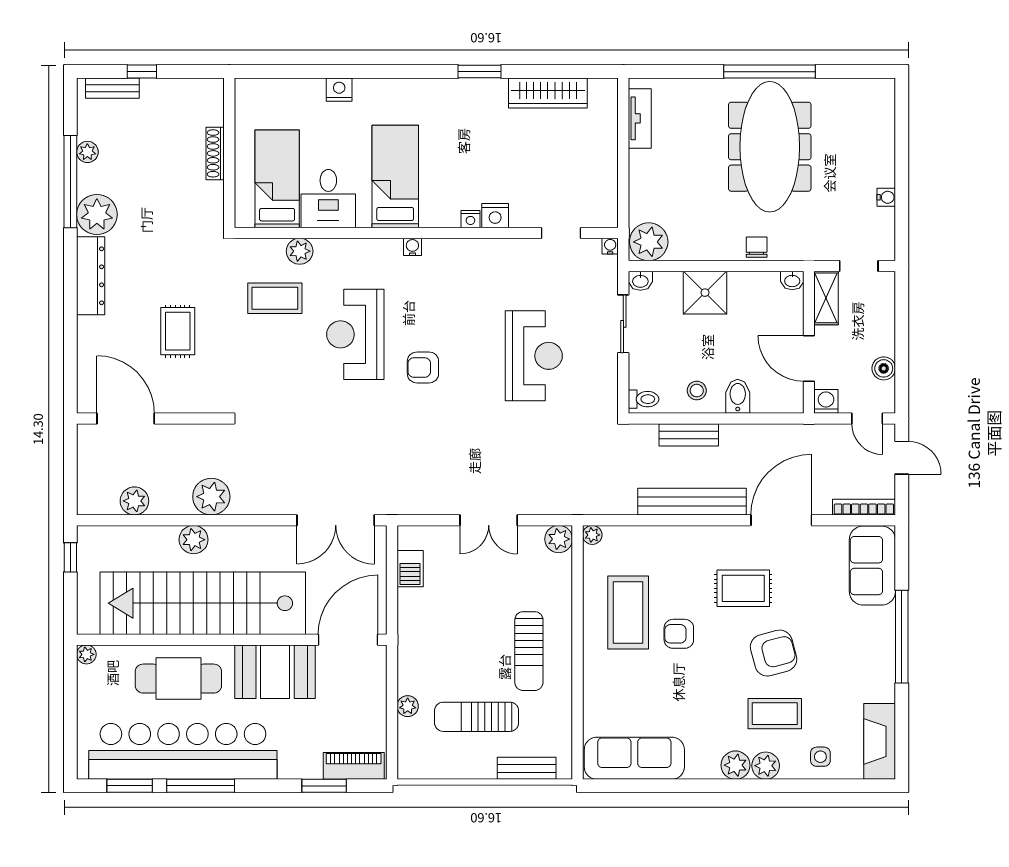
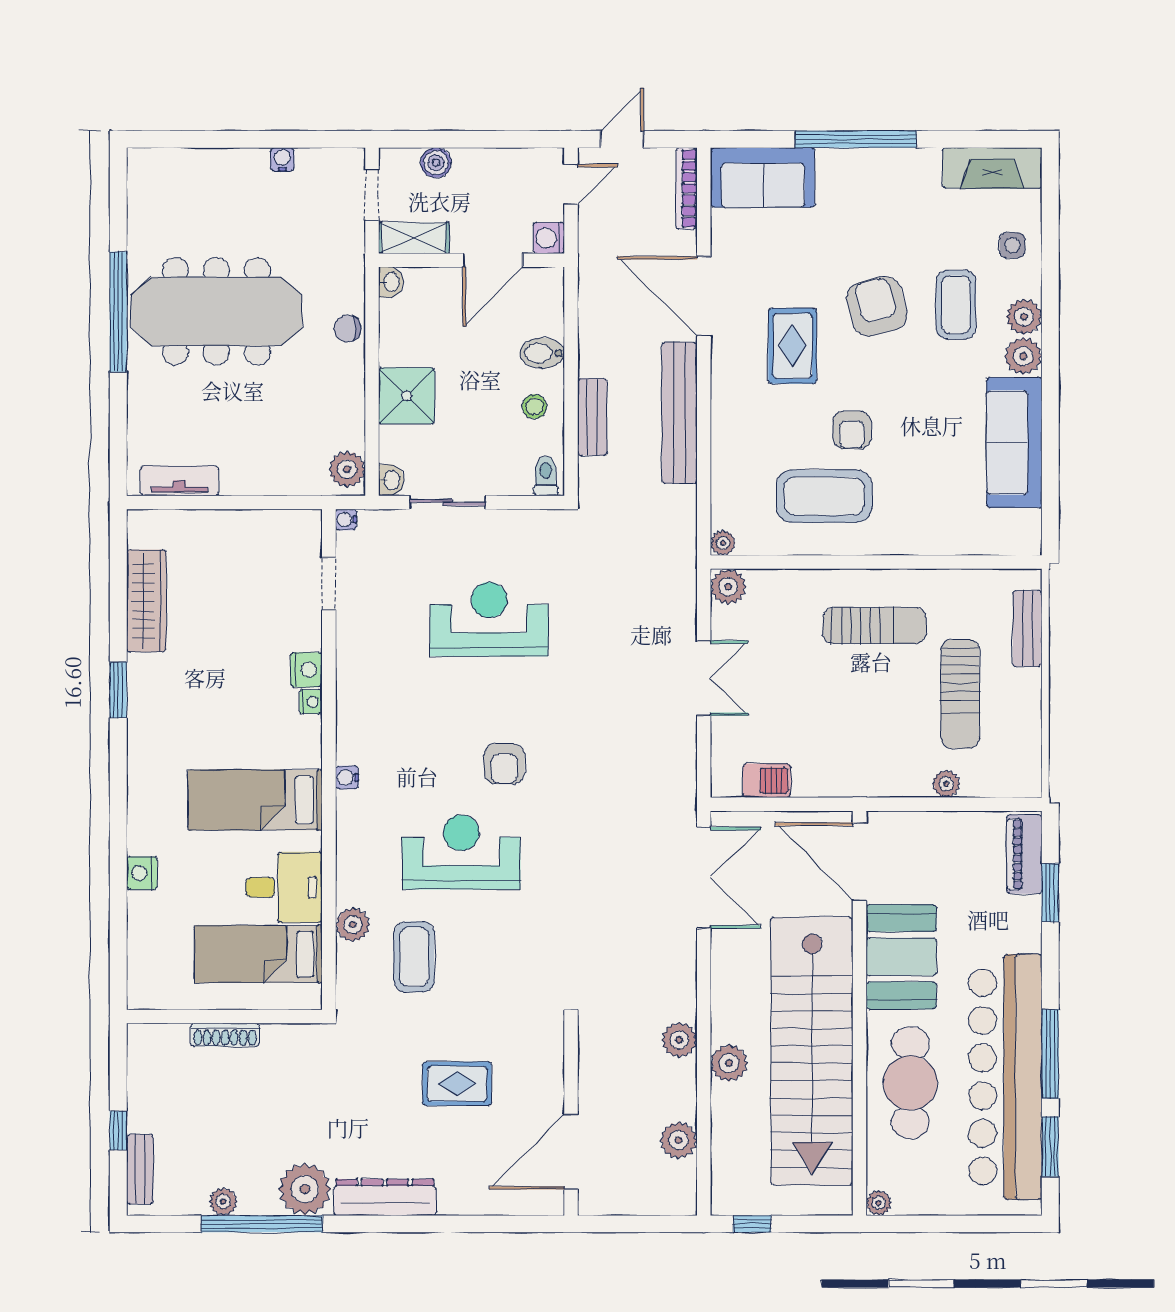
plant: (649, 242) -> (347, 469), width x0.73, depth x0.73
reception desk: (355, 334) -> (461, 852), turned 180
boiler: (884, 368) -> (436, 163), moved
plant: (211, 497) -> (679, 1040), width x0.73, depth x0.73
sofa: (634, 758) -> (1014, 443), moved

